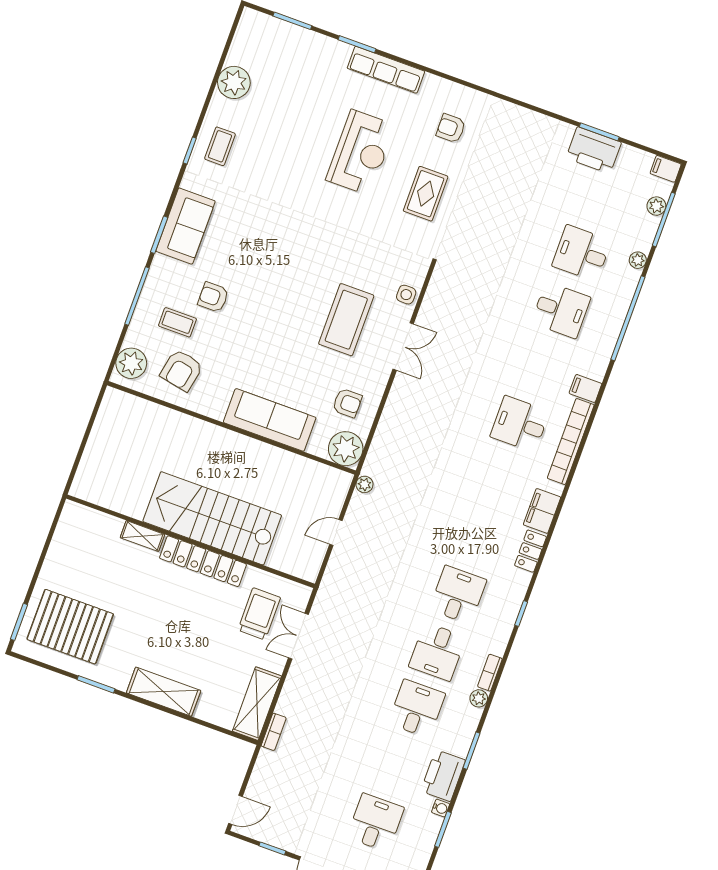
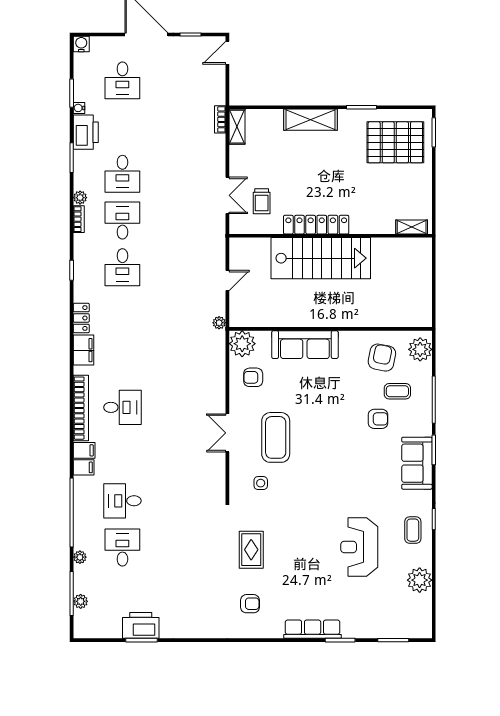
reception desk: (361, 152) -> (359, 547), moved
filing cabinet: (666, 169) -> (84, 467), moved
desk: (582, 253) -> (122, 548), turned -90
side table: (406, 295) -> (261, 483), moved
shelving: (142, 536) -> (412, 227), moved
trolley: (259, 614) -> (262, 201), width x0.73, depth x0.72
shelving: (257, 704) -> (237, 127), width x0.67, depth x0.75

